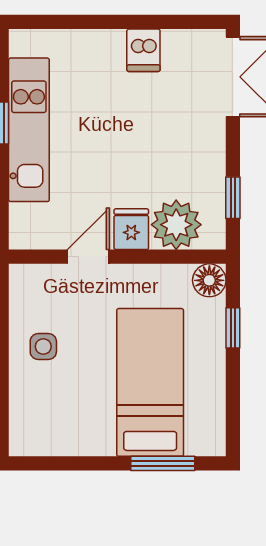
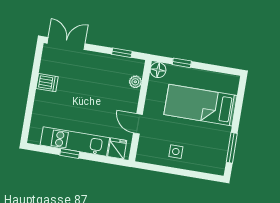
plant: (176, 225) -> (135, 82), width x0.53, depth x0.53
fridge: (131, 229) -> (117, 148), moved, turned 90
window: (163, 463) -> (232, 148), moved

